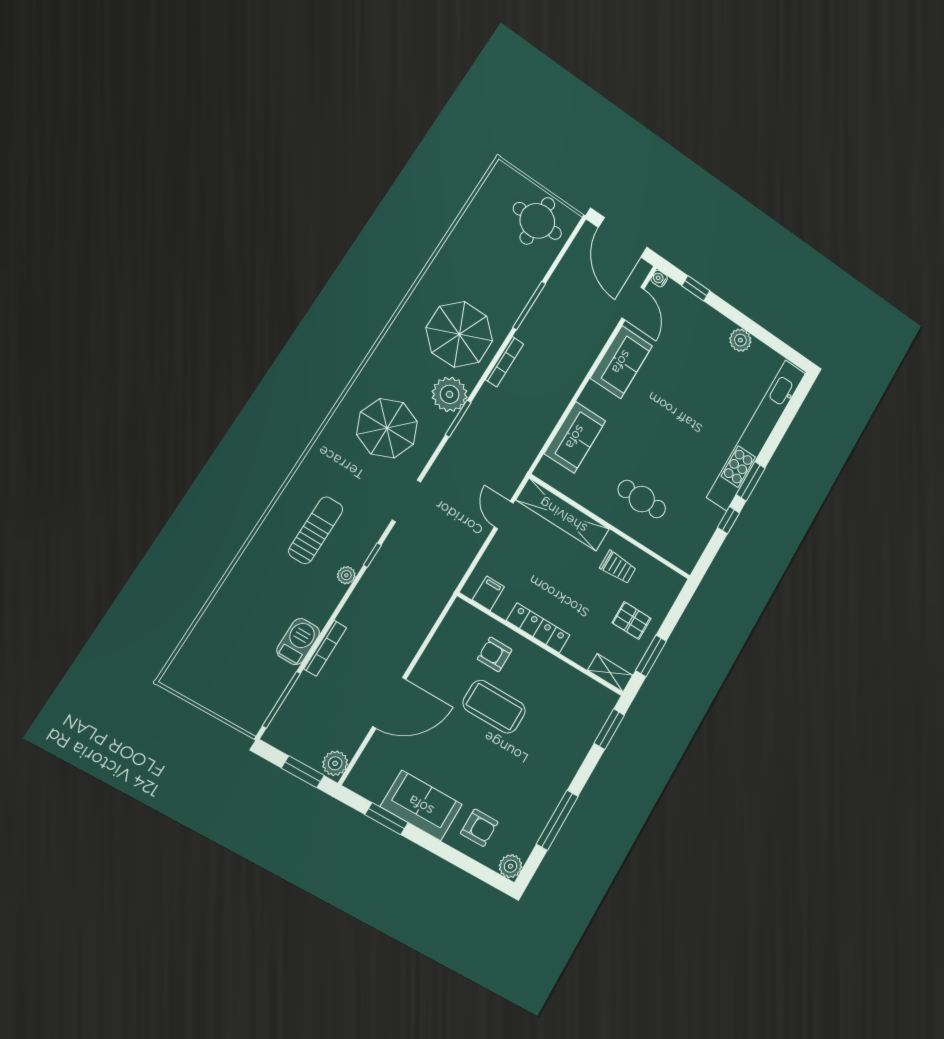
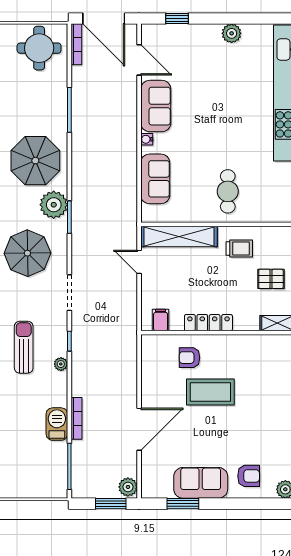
water cooler: (659, 279) -> (147, 139), moved
bookcase: (505, 362) -> (76, 44), moved
cafe table: (642, 499) -> (228, 191), turned 90

